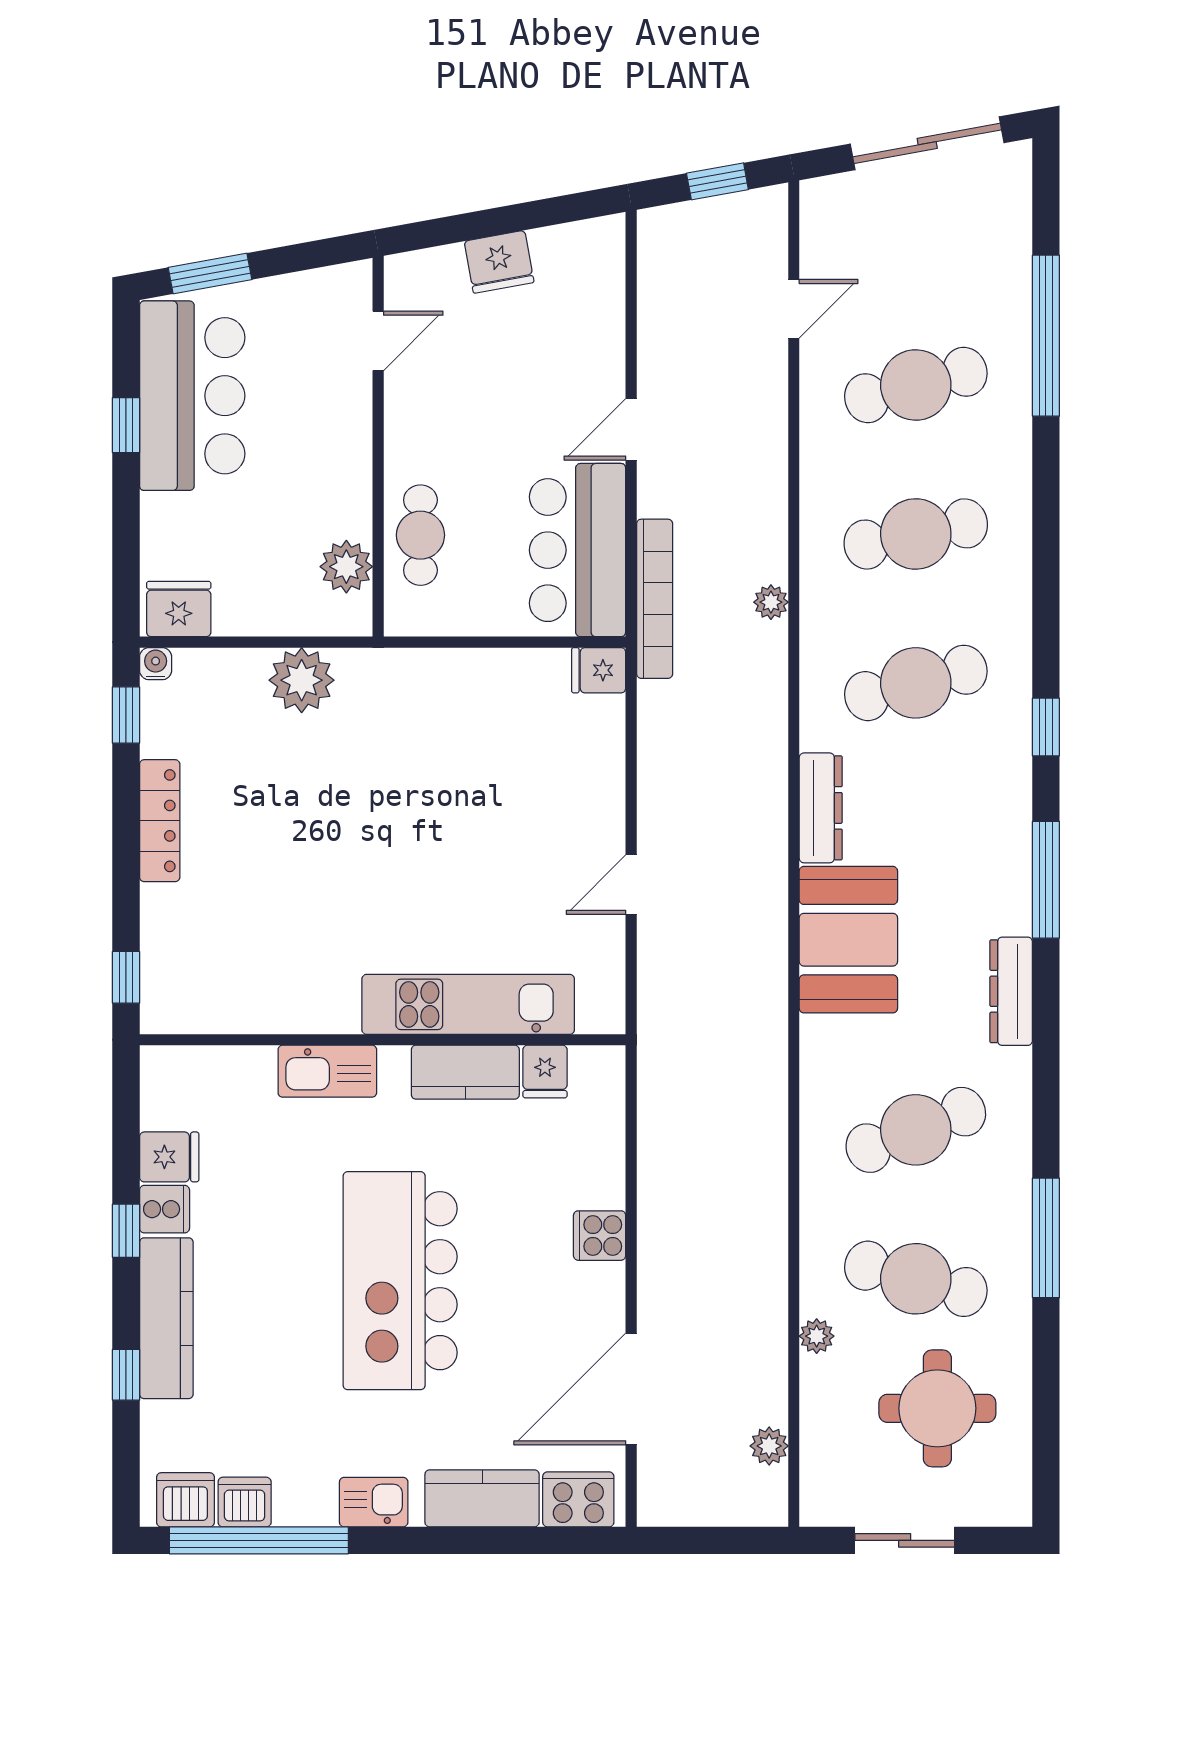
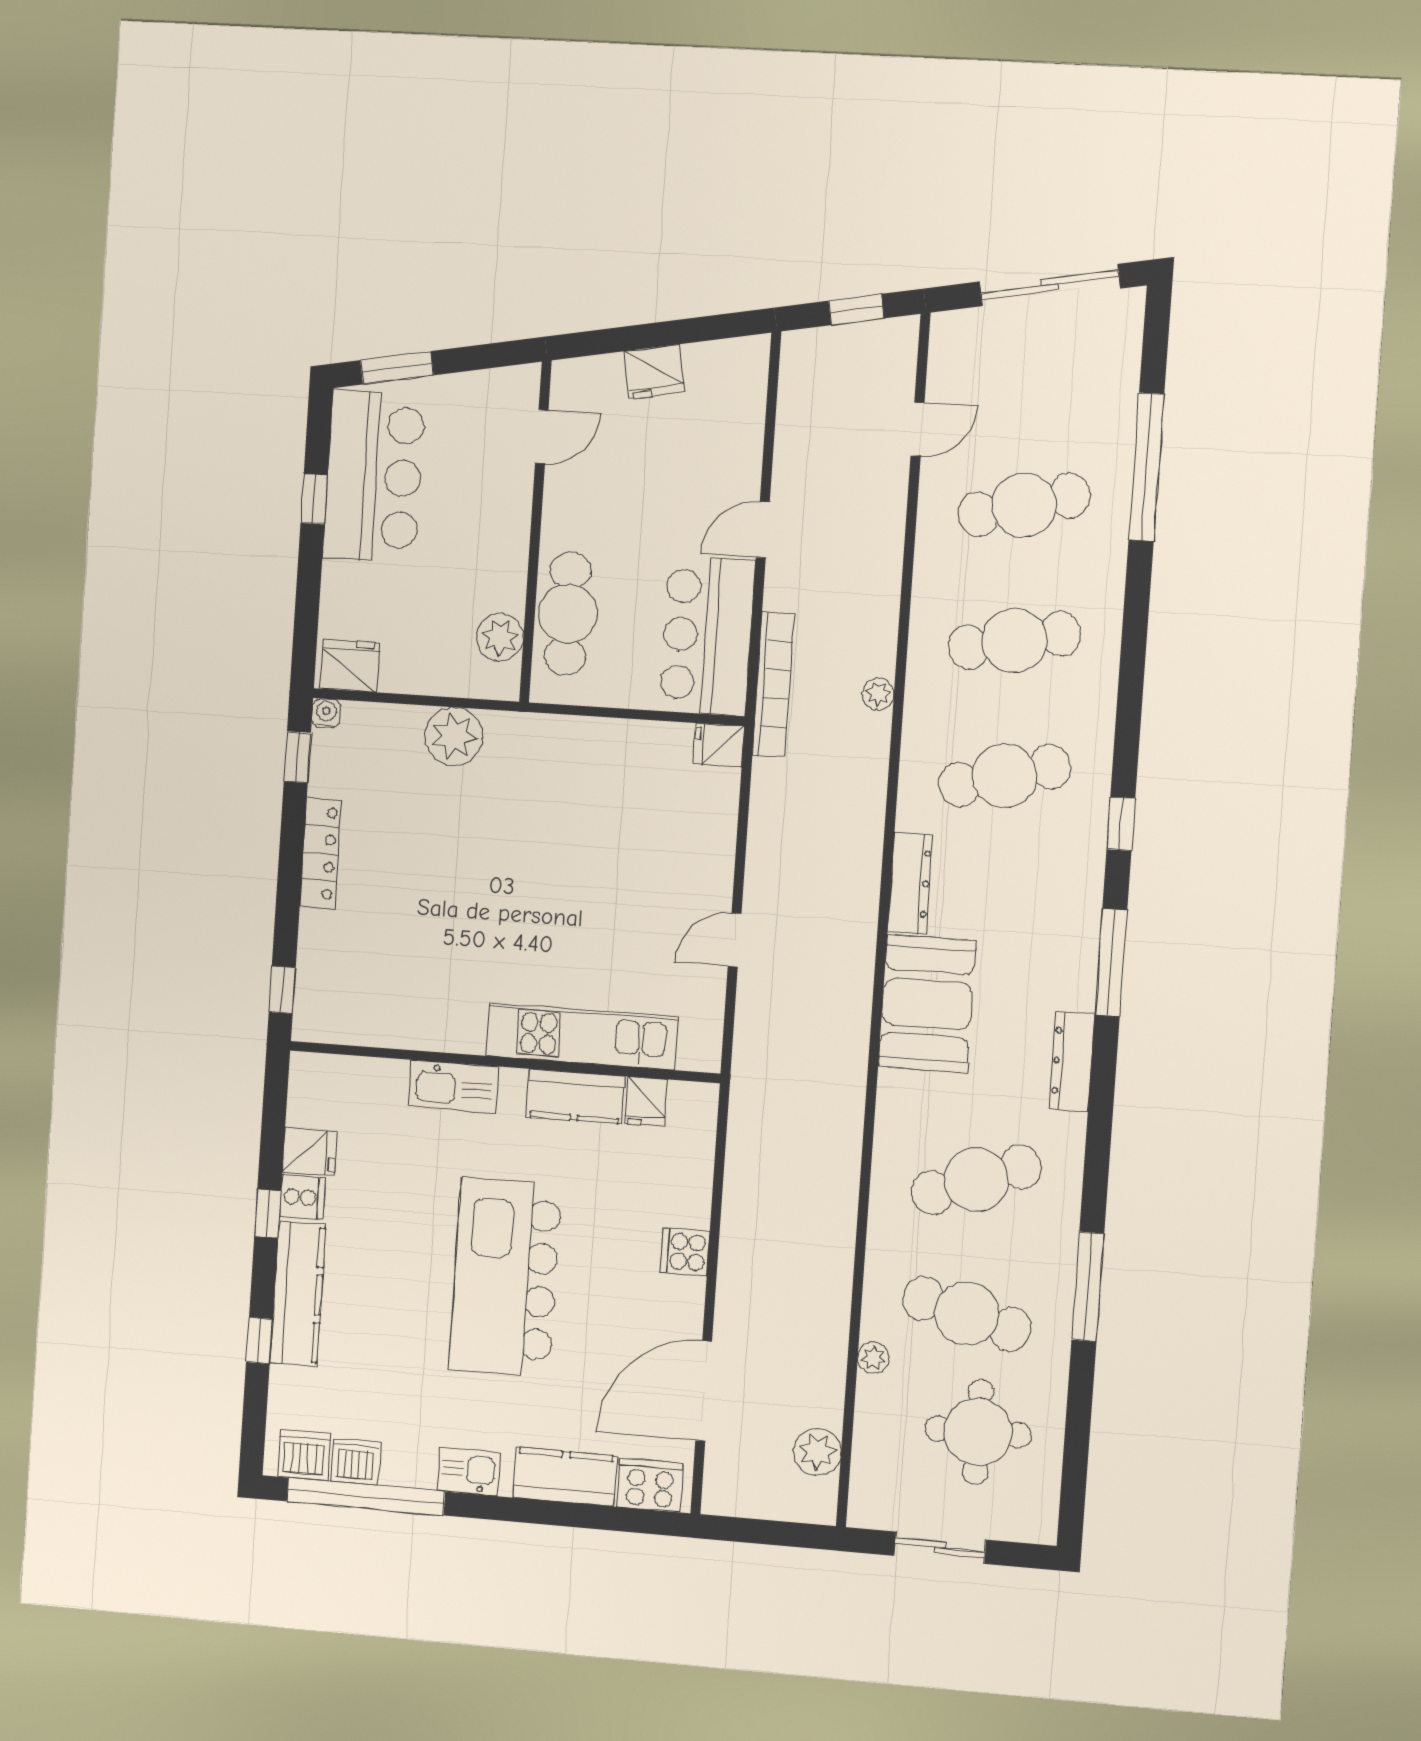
cafe table: (420, 535) -> (568, 613), width x1.37, depth x1.35
plant: (769, 1446) -> (817, 1452), width x1.38, depth x1.38

